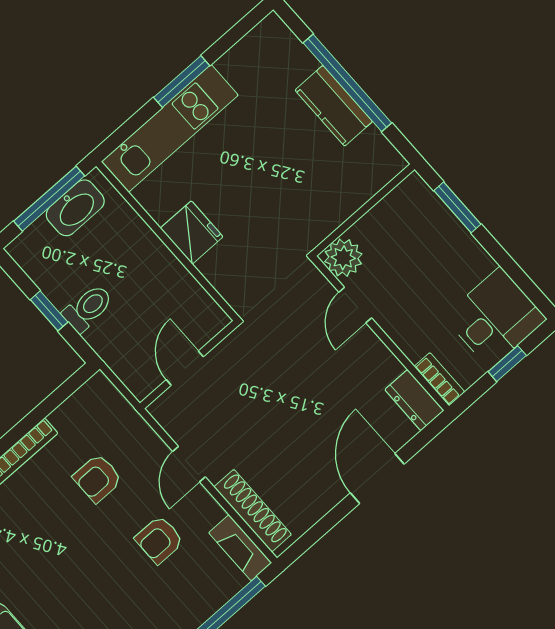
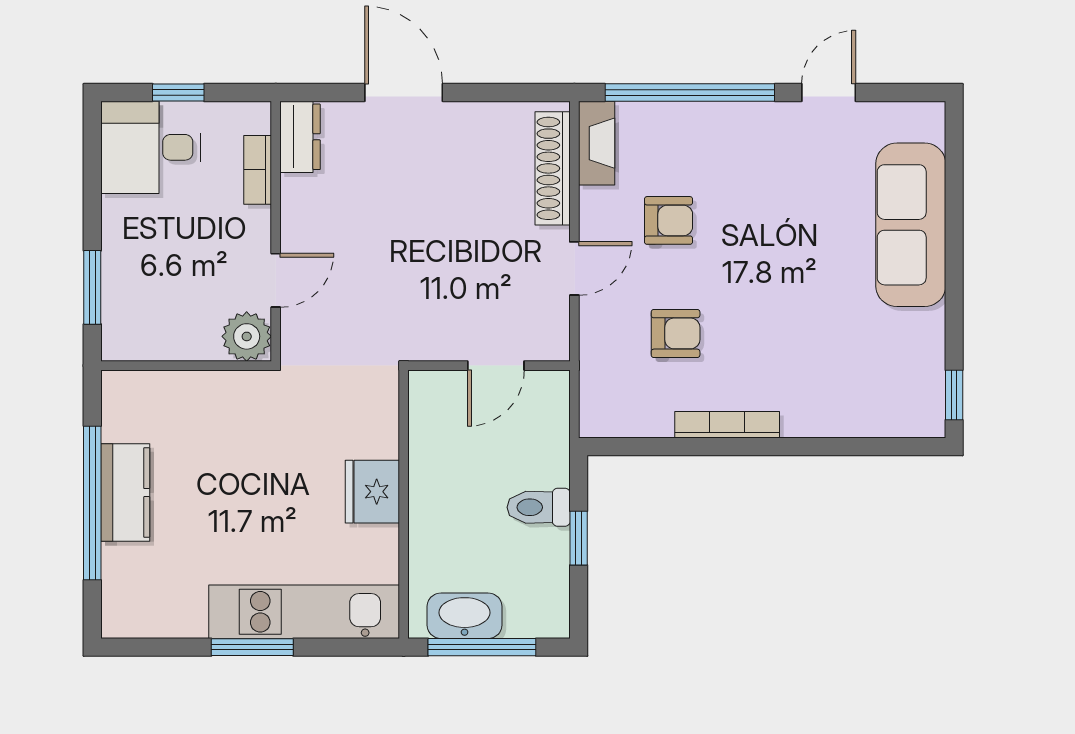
bookcase: (439, 379) -> (258, 170), moved
door: (377, 478) -> (404, 92), swing flipped

